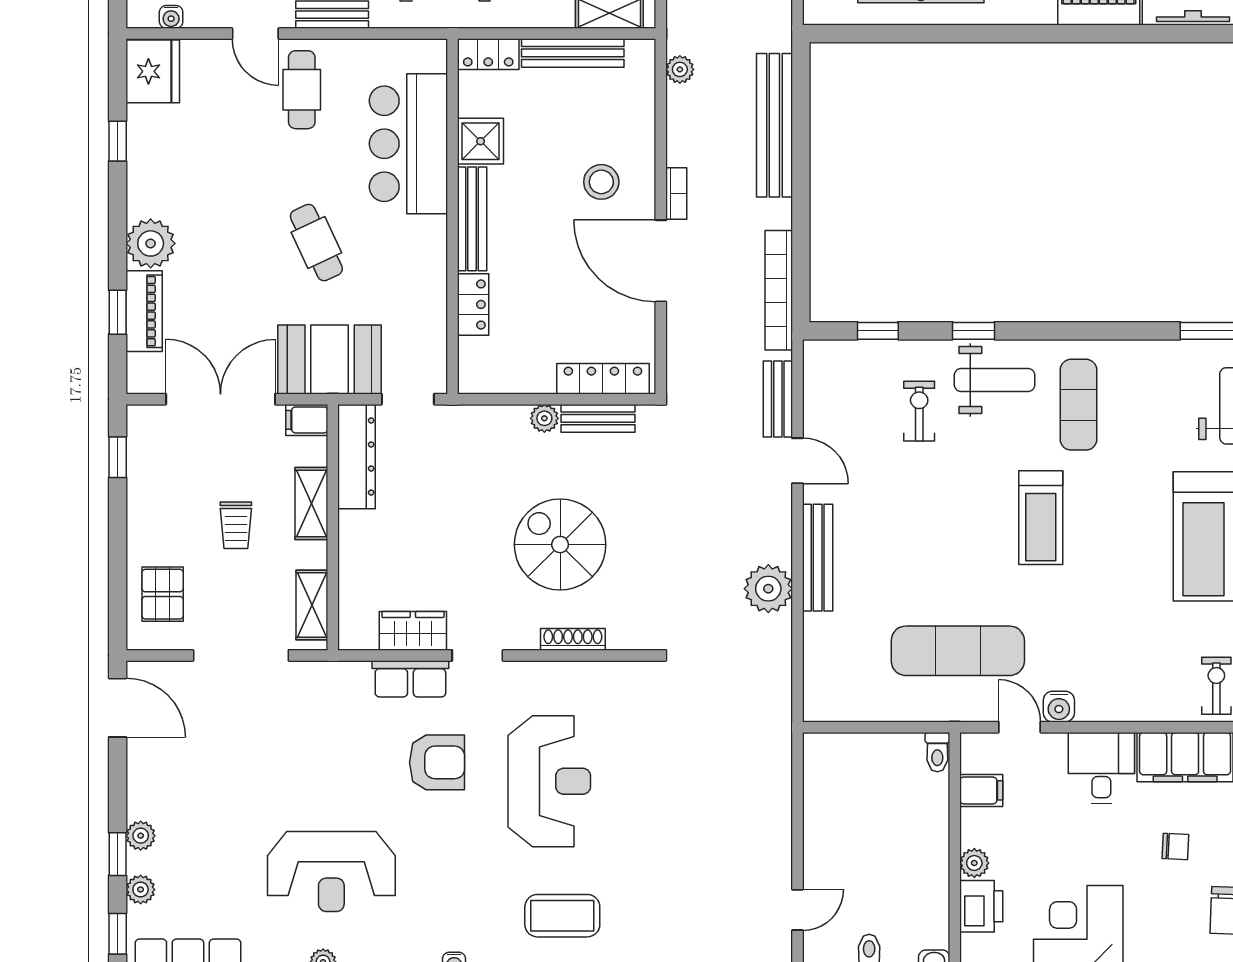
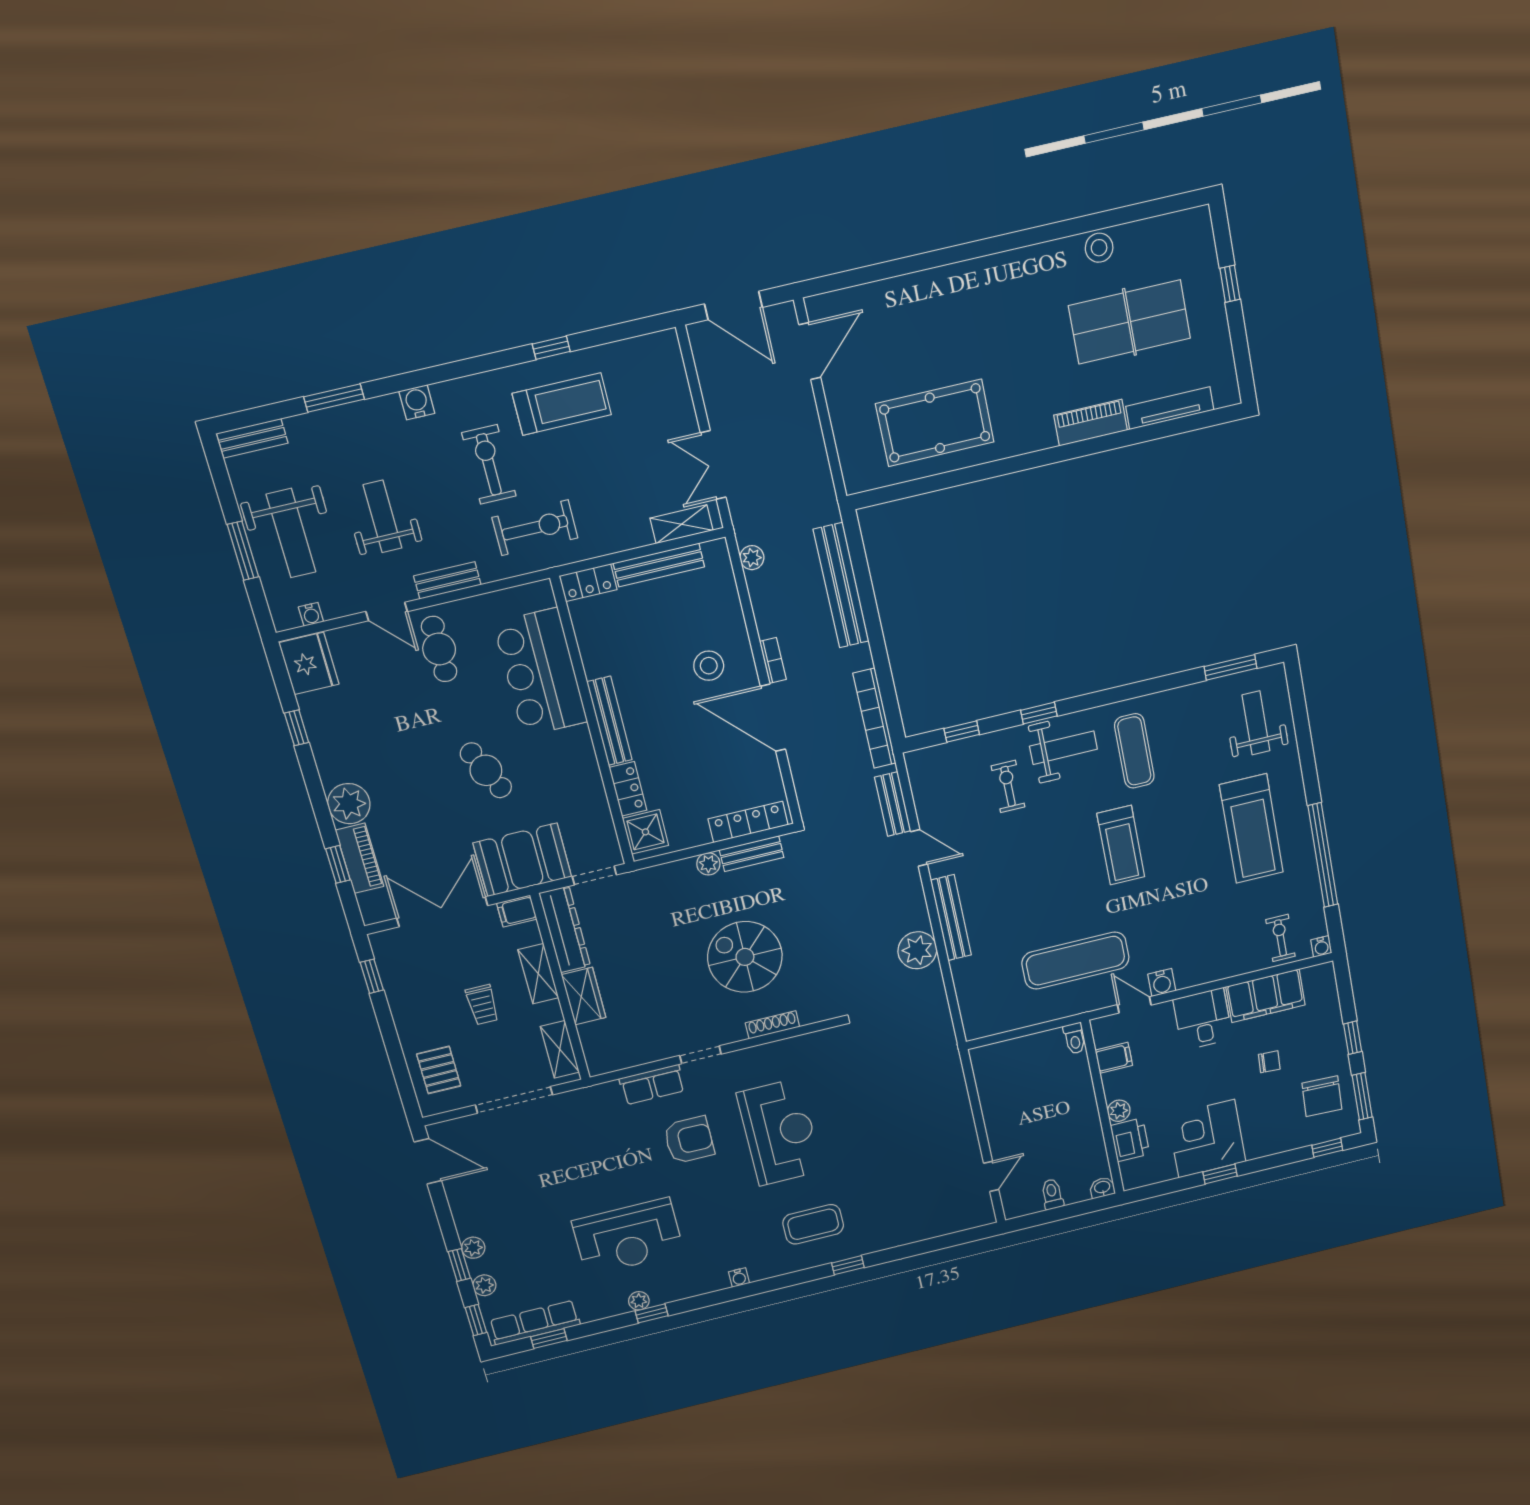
shower: (481, 141) -> (645, 832), moved
wardrobe: (413, 631) -> (584, 996), moved, turned 90

